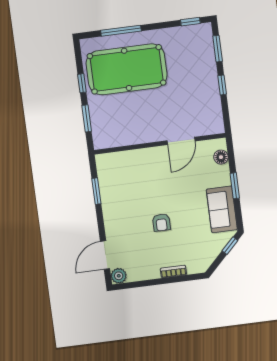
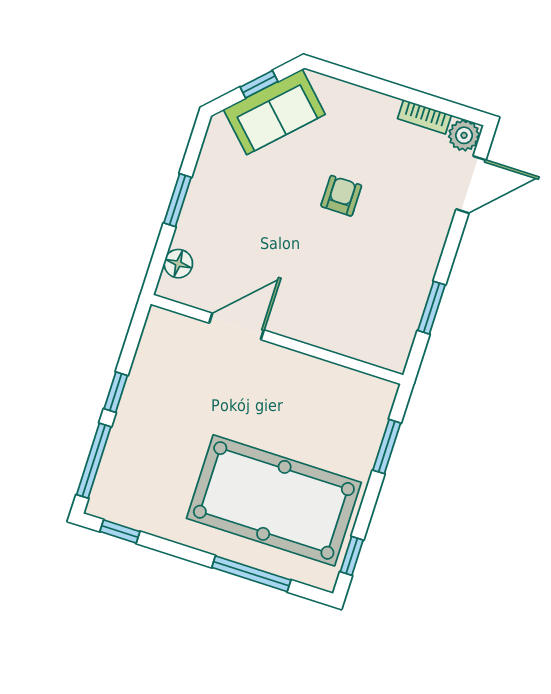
window: (218, 49) -> (94, 461), width x1.44
window: (82, 83) -> (352, 556), moved
sofa: (222, 209) -> (274, 112), moved, turned 45
window: (230, 246) -> (259, 84), moved
bookcase: (173, 271) -> (425, 117), moved

